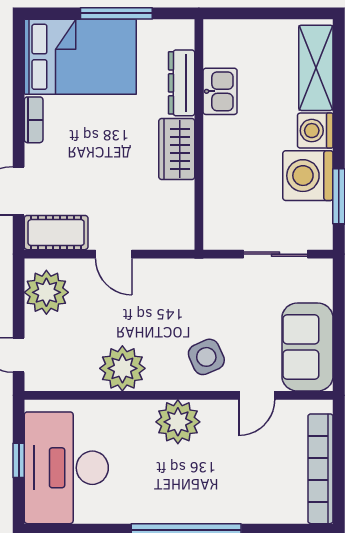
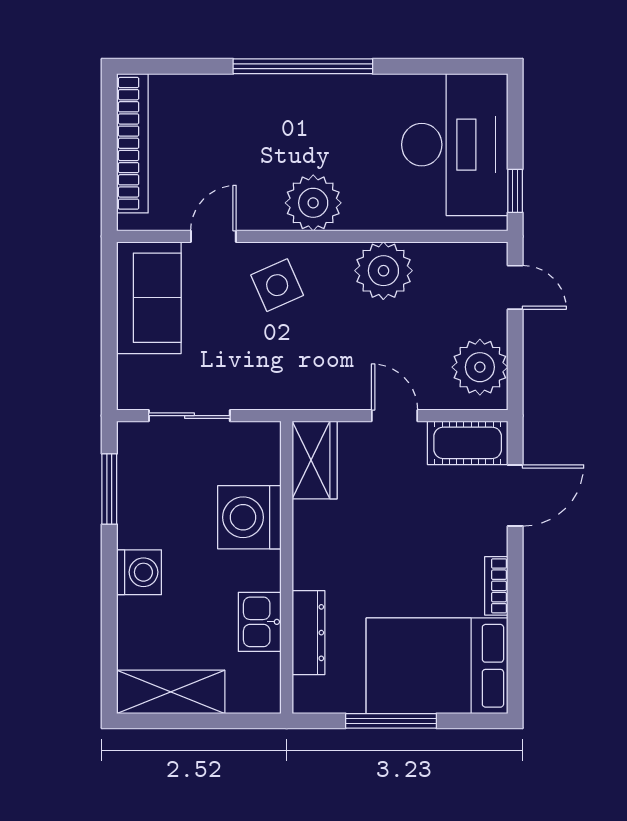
shelving: (316, 68) -> (171, 692), moved, turned 90
wardrobe: (177, 149) -> (315, 460), moved
washing machine: (308, 176) -> (249, 517), moved, turned 180
window: (19, 460) -> (515, 191), moved

